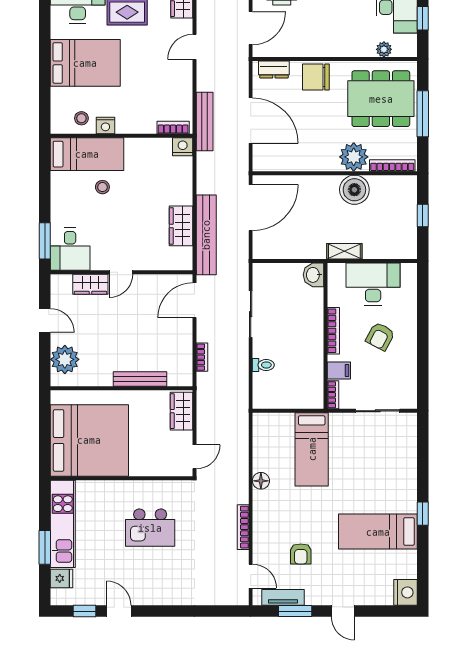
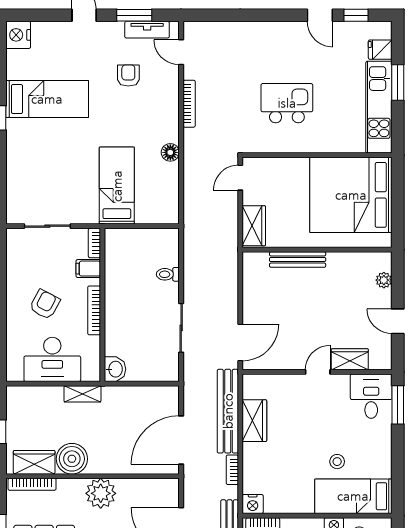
plant: (354, 157) -> (101, 493), moved
wardrobe: (390, 186) -> (34, 462), added
bookcase: (202, 357) -> (232, 470), moved
plant: (65, 359) -> (384, 280), width x0.53, depth x0.53

